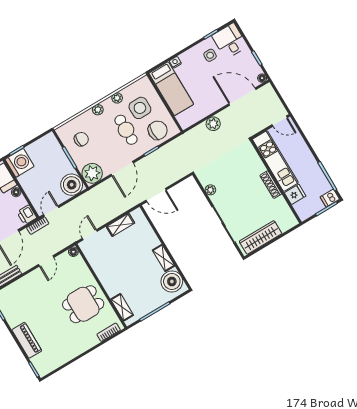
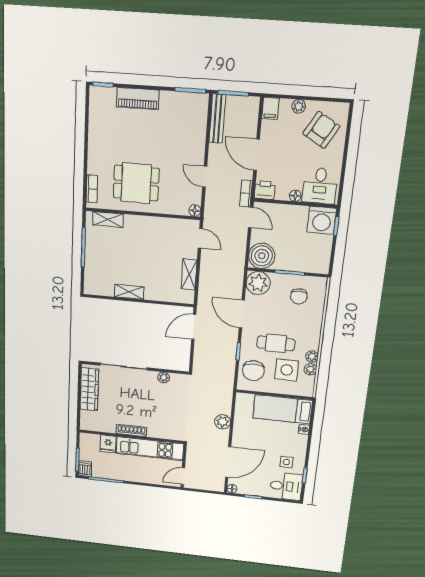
plant: (98, 110) -> (310, 369), moved
boiler: (172, 282) -> (102, 284), removed
dining table: (83, 304) -> (136, 183), turned 90

